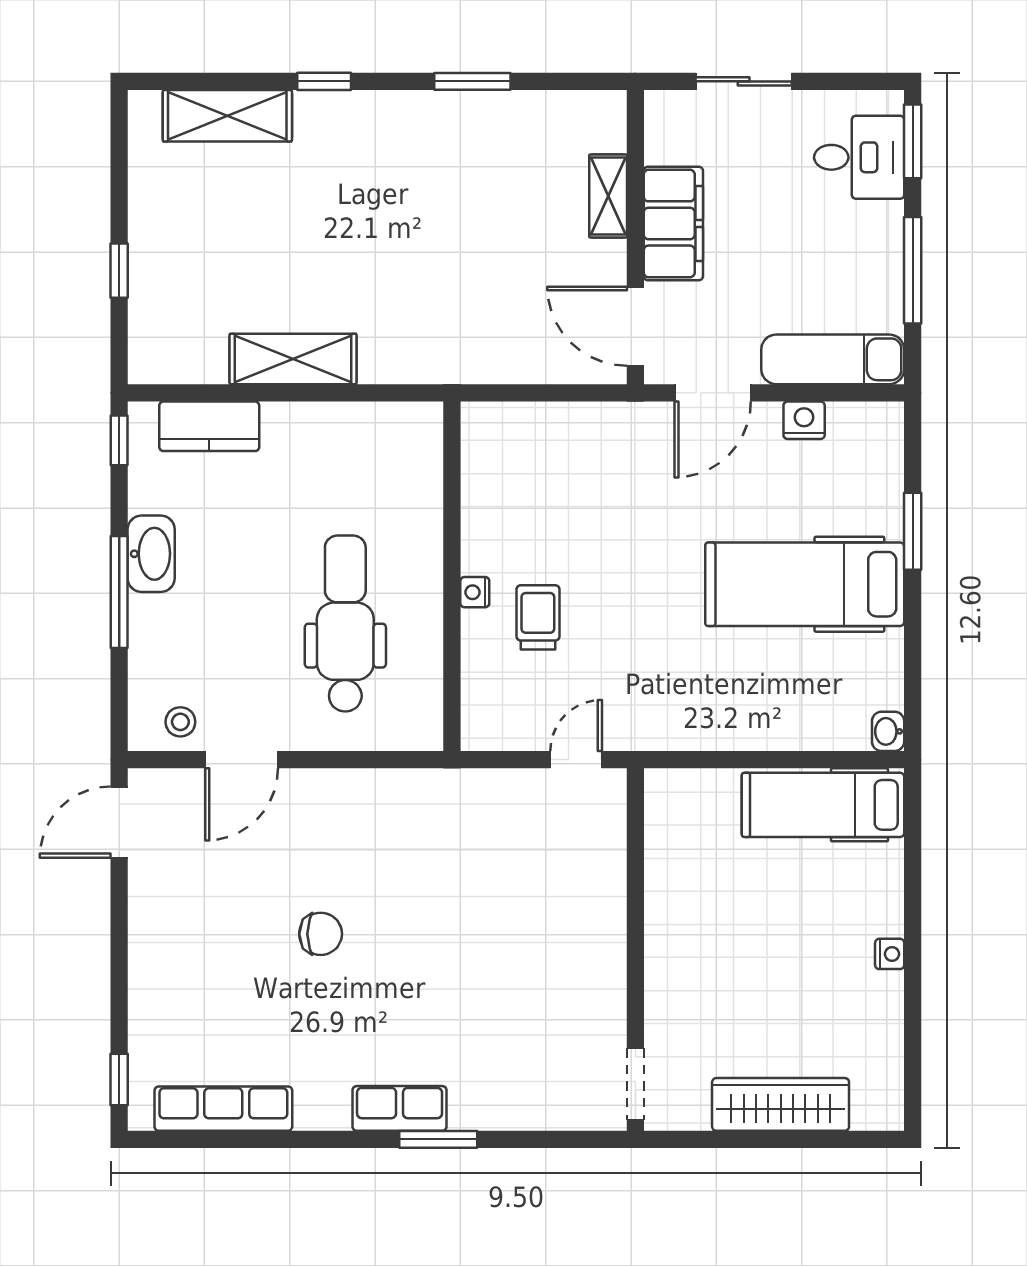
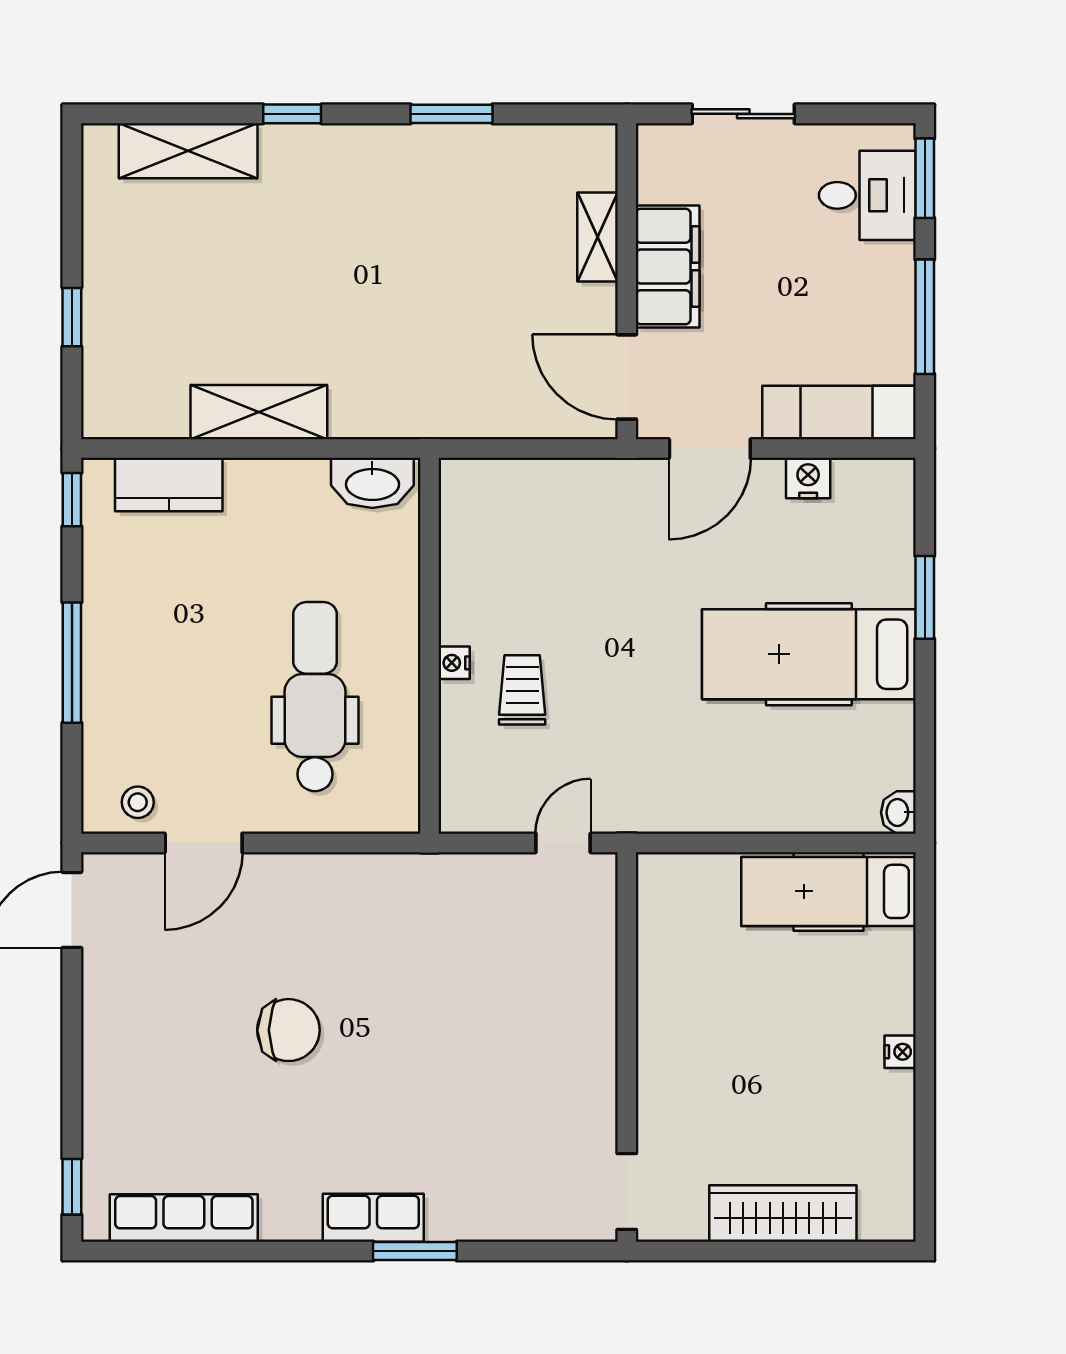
washbasin: (151, 554) -> (372, 483), moved, turned 90
chair: (321, 934) -> (288, 1030), width x1.37, depth x1.37

